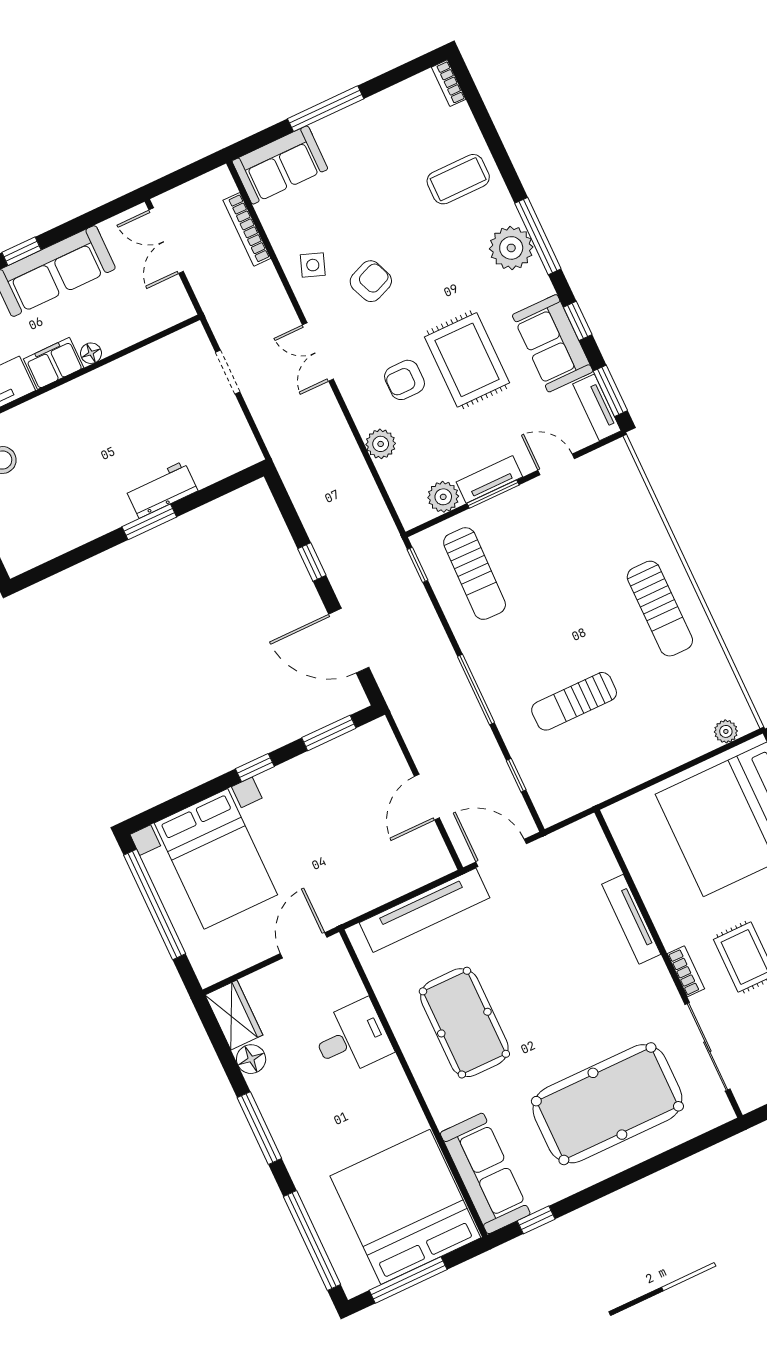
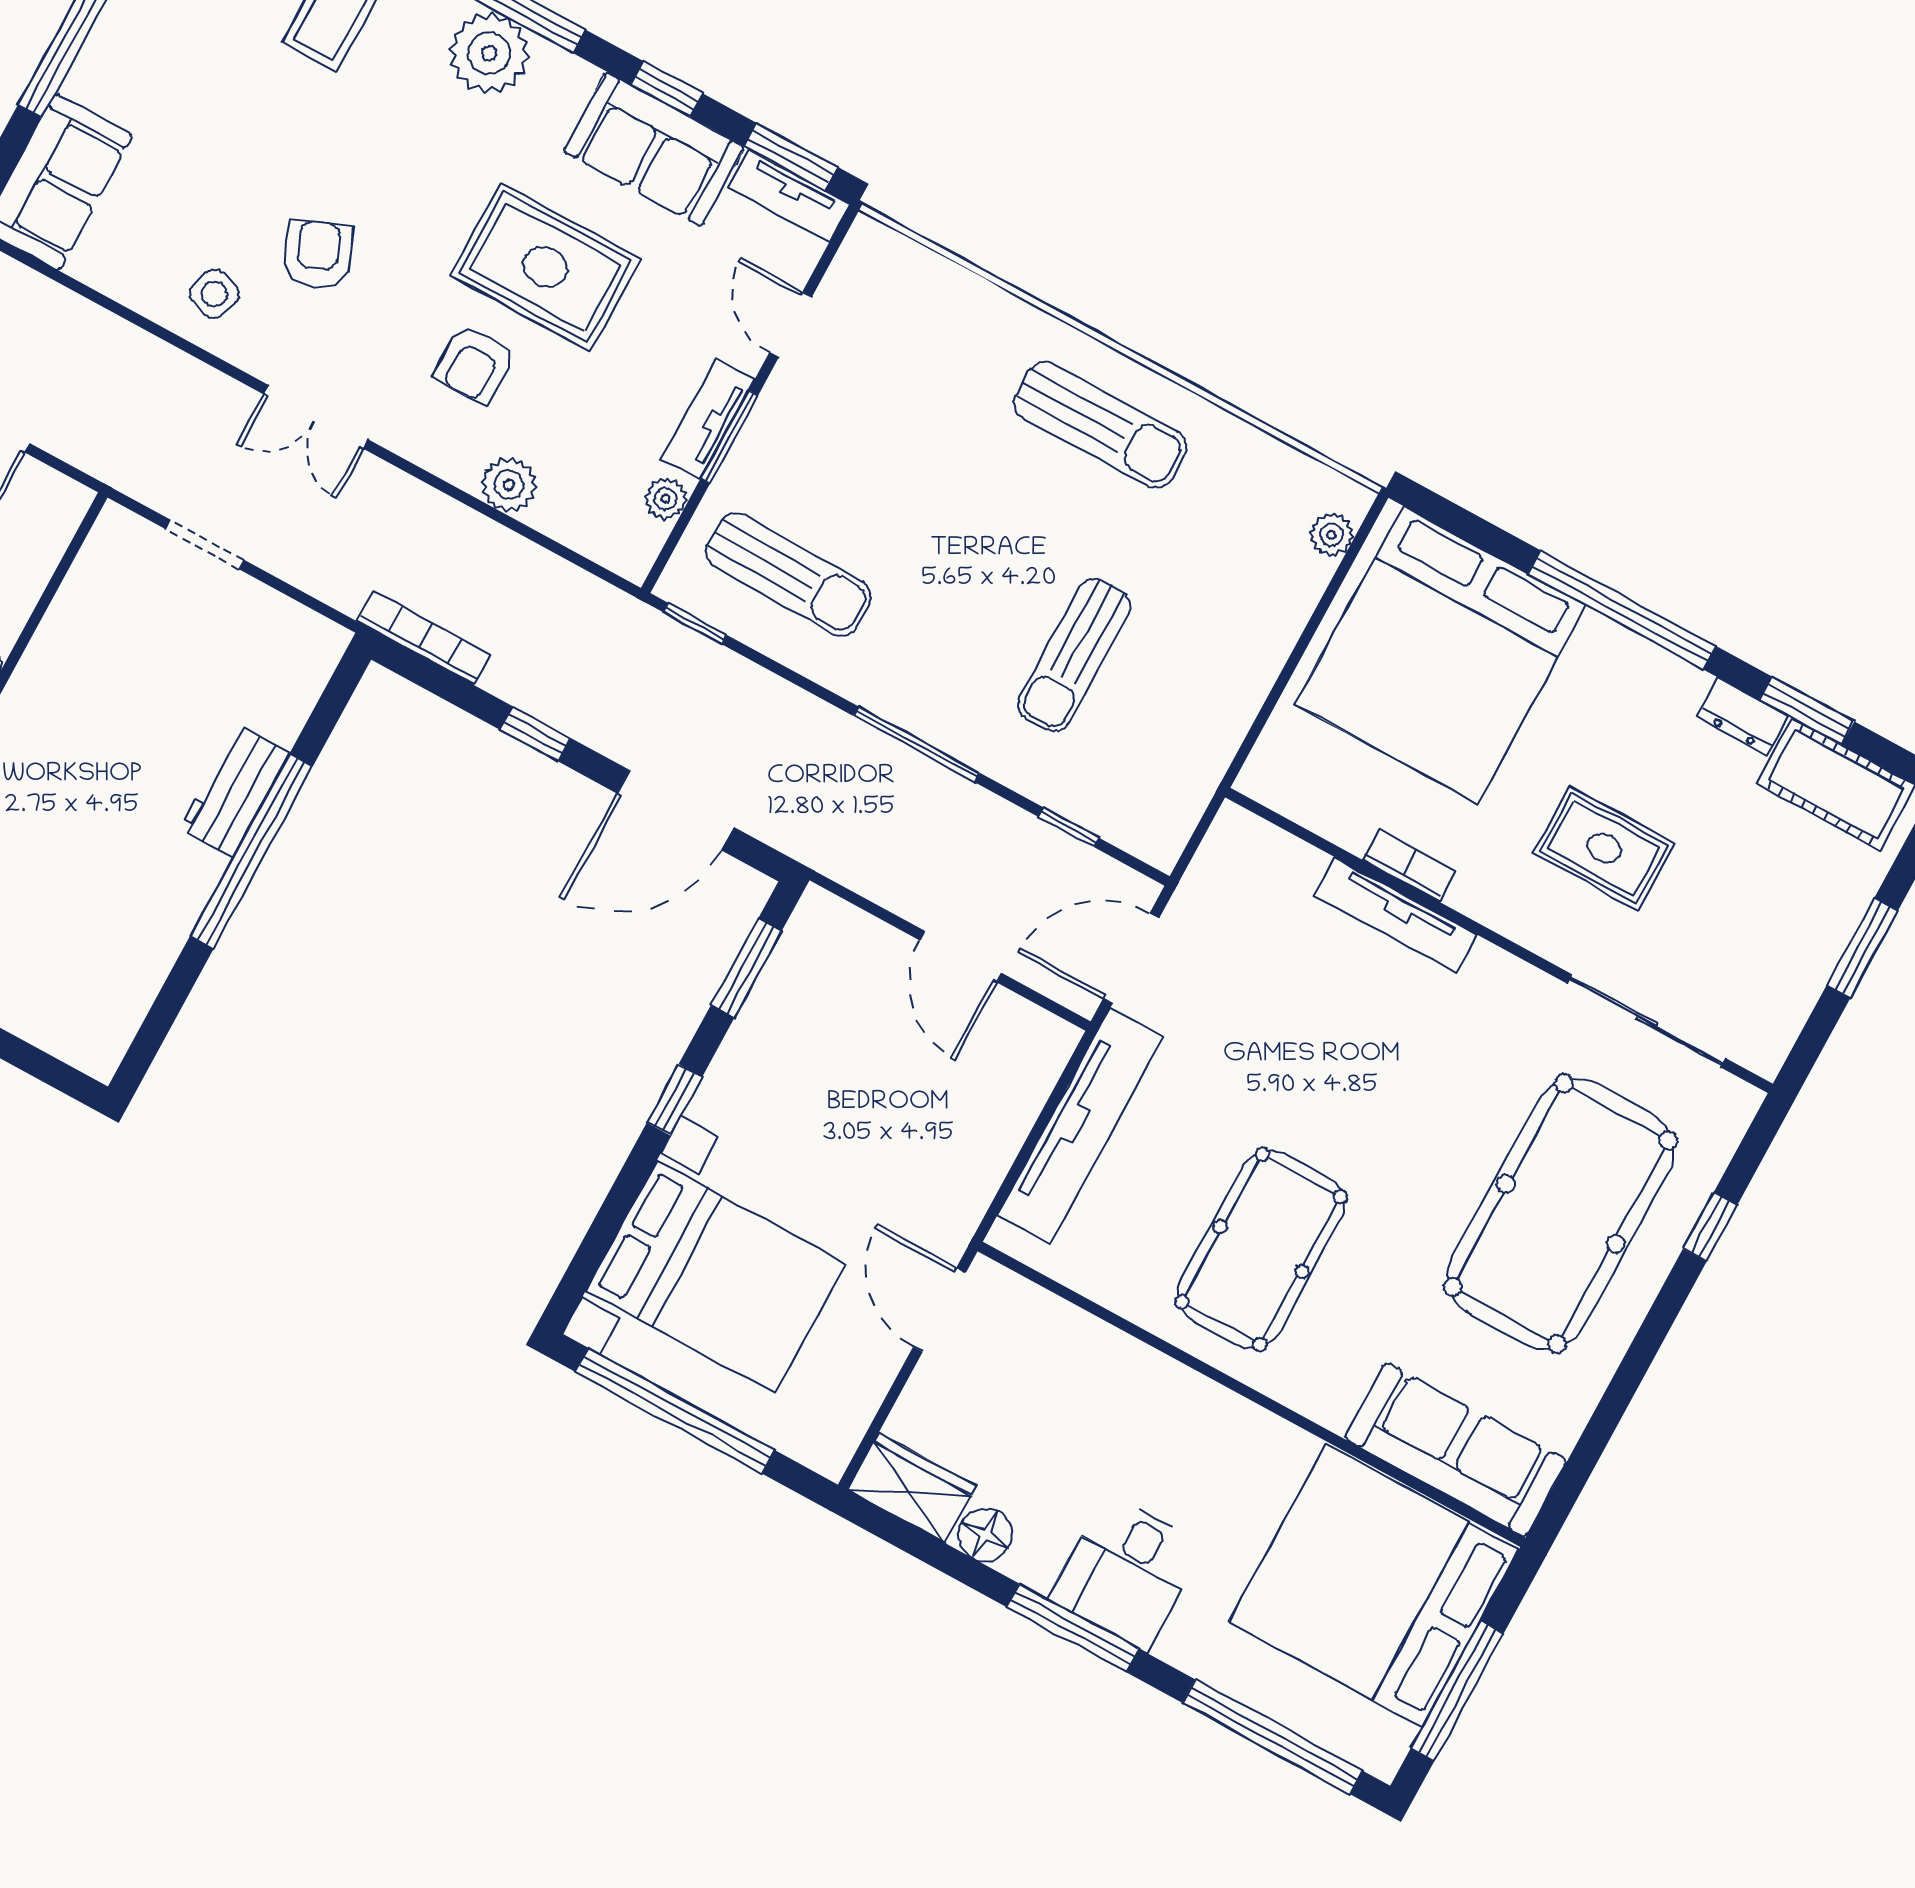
bookcase: (247, 229) -> (423, 638), moved, turned 180
door: (556, 464) -> (791, 325), hinge flipped
plant: (443, 497) -> (666, 499), width x0.73, depth x0.73
window: (149, 522) -> (251, 851), width x2.11
bookcase: (686, 971) -> (1409, 866), moved
pool table: (464, 1023) -> (1261, 1249), turned 90
desk: (352, 1038) -> (1127, 1572), moved, turned 180
window: (536, 1220) -> (1710, 1227), moved

